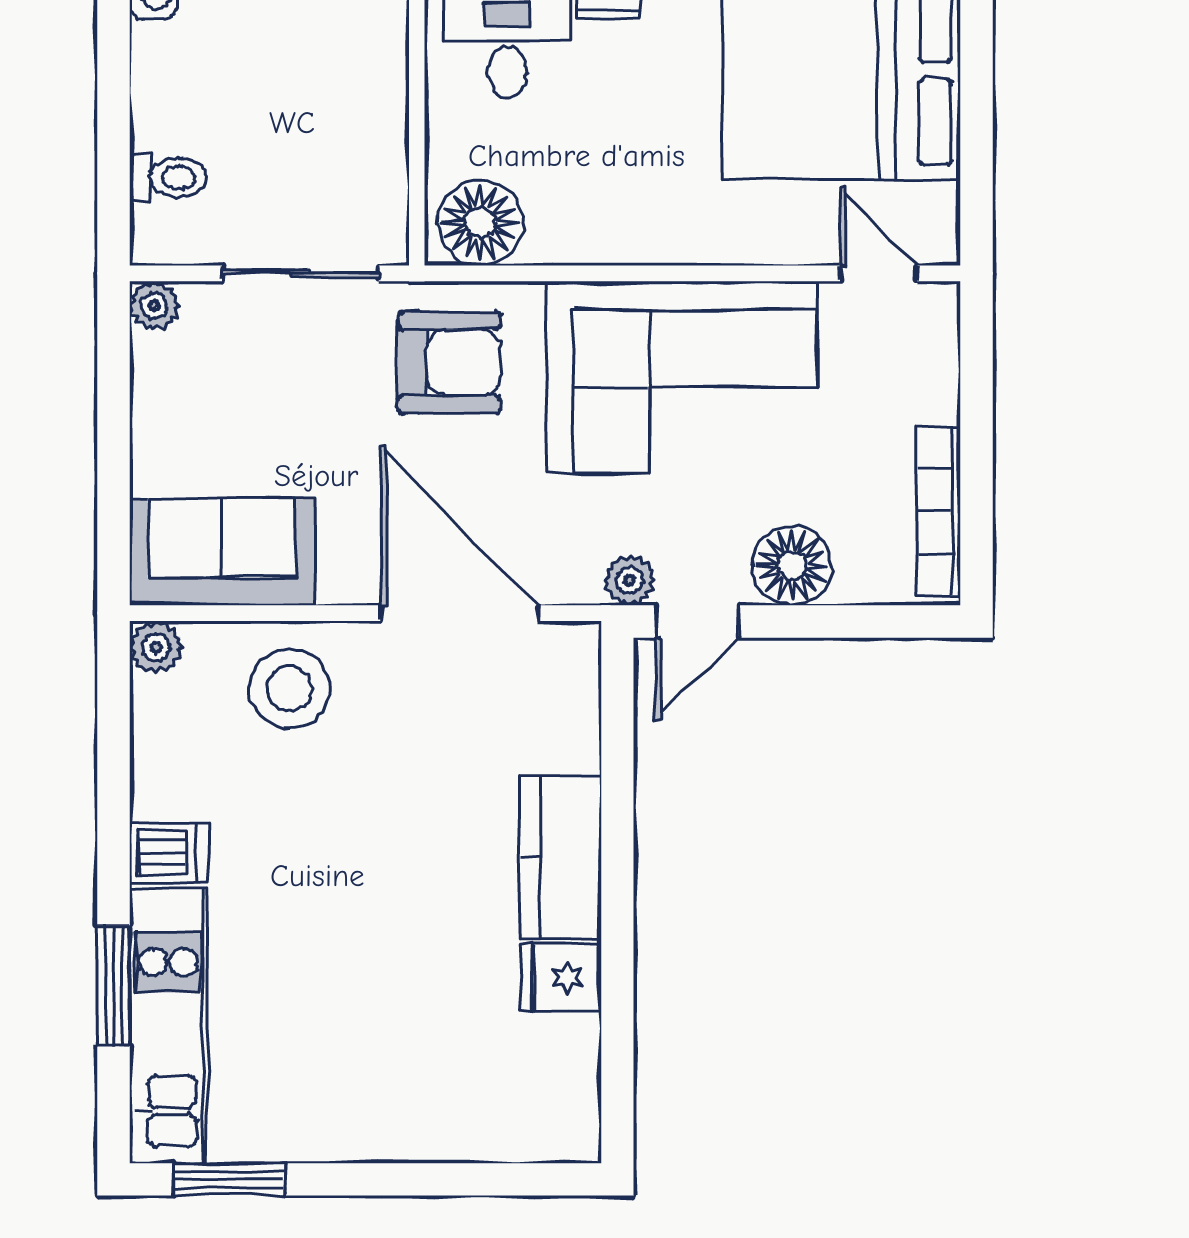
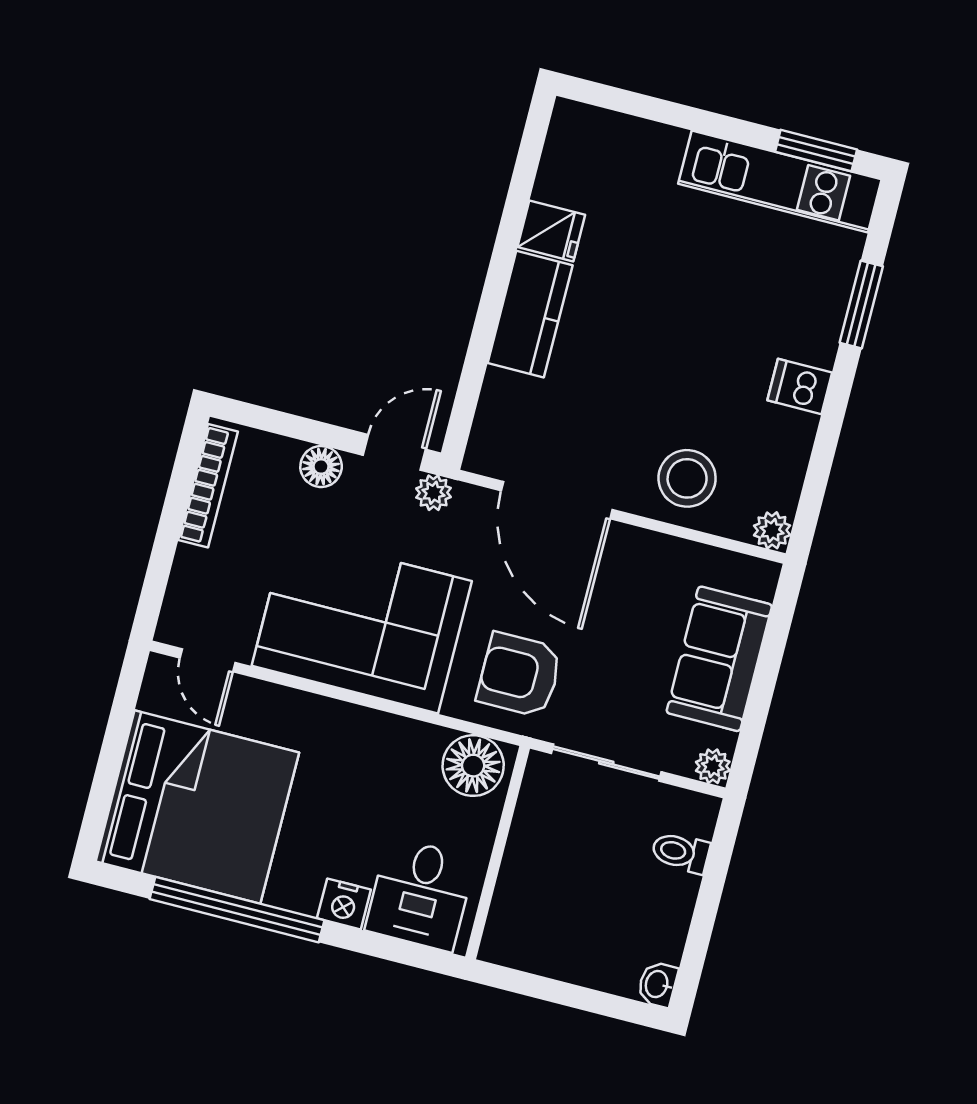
sofa: (222, 552) -> (719, 659), moved, turned 90
floor lamp: (792, 566) -> (321, 467), width x0.73, depth x0.73
kitchen unit: (168, 1026) -> (780, 182), moved, turned -90

